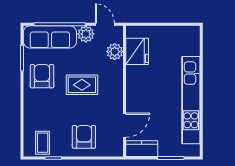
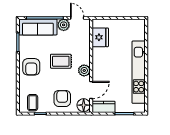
plant: (115, 52) -> (84, 70), moved
armchair: (42, 76) -> (31, 67), moved, turned 180
floor lamp: (114, 146) -> (84, 105), added

